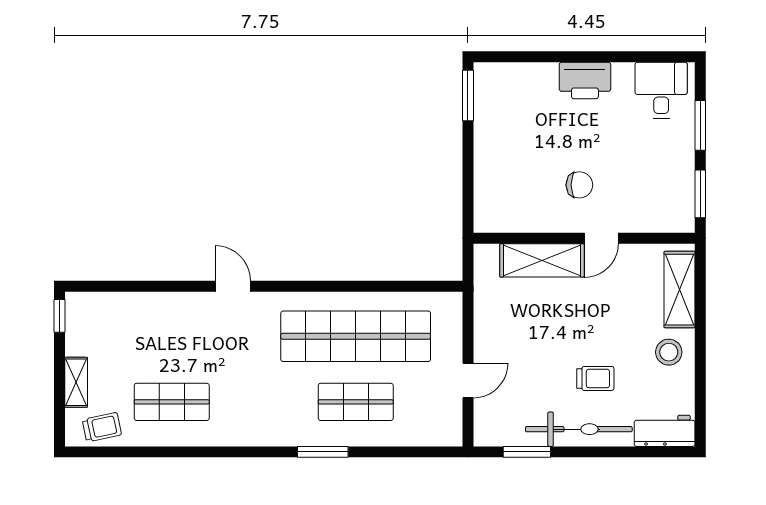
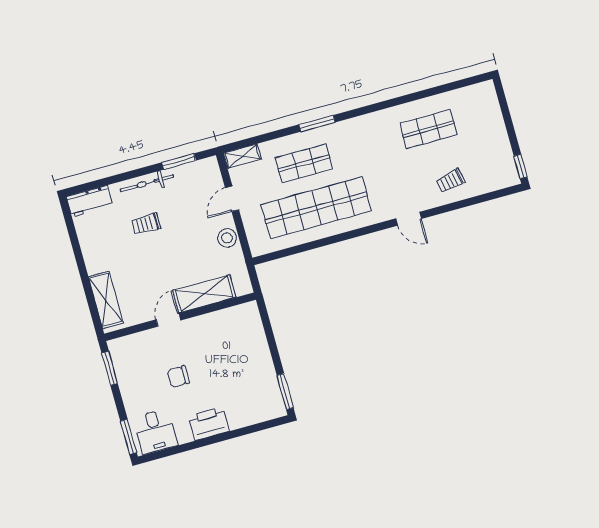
window: (700, 125) -> (128, 437), moved
chair: (579, 185) -> (178, 377), moved
stool: (669, 352) -> (227, 238), moved
shelving: (76, 382) -> (242, 156), moved, turned 90
trolley: (102, 427) -> (451, 181), moved
bicycle: (579, 429) -> (147, 183), width x0.73, depth x0.71

